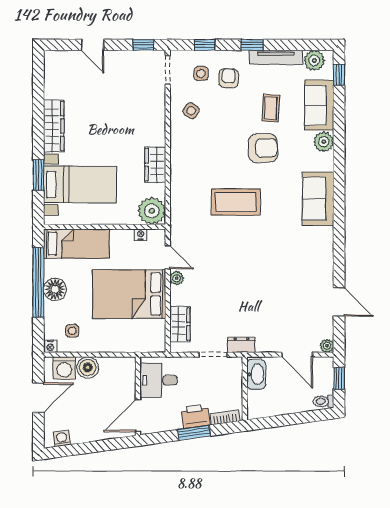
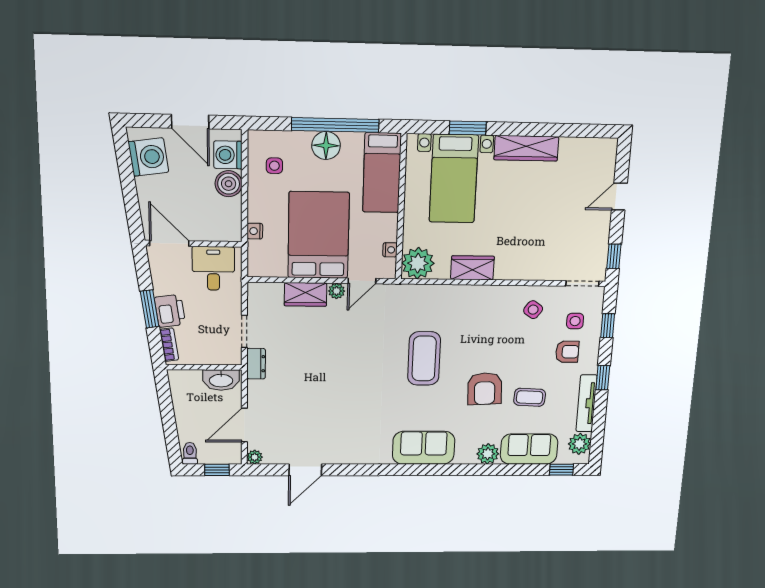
wardrobe: (180, 324) -> (306, 294), moved
nightstand: (50, 346) -> (255, 231), moved
washing machine: (62, 439) -> (148, 157), width x1.89, depth x1.89

